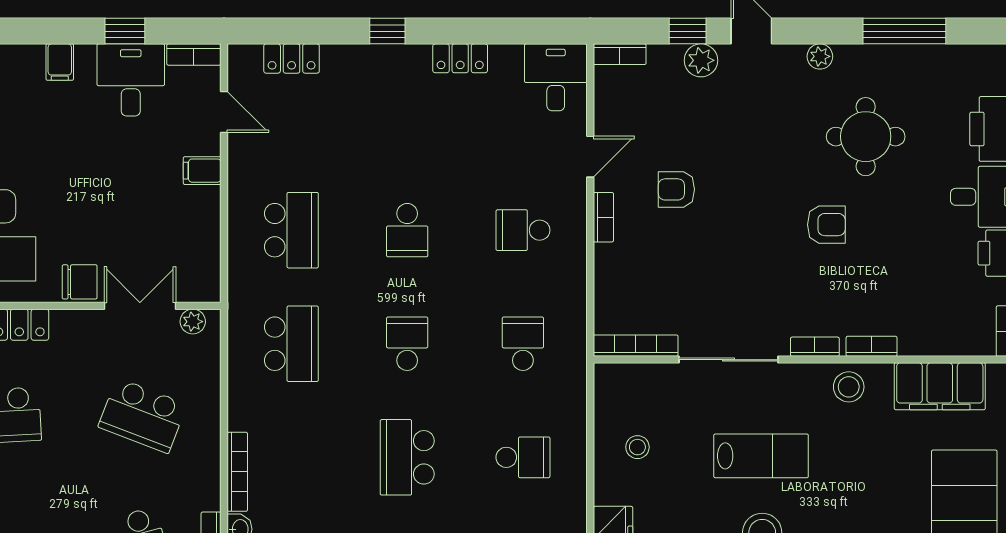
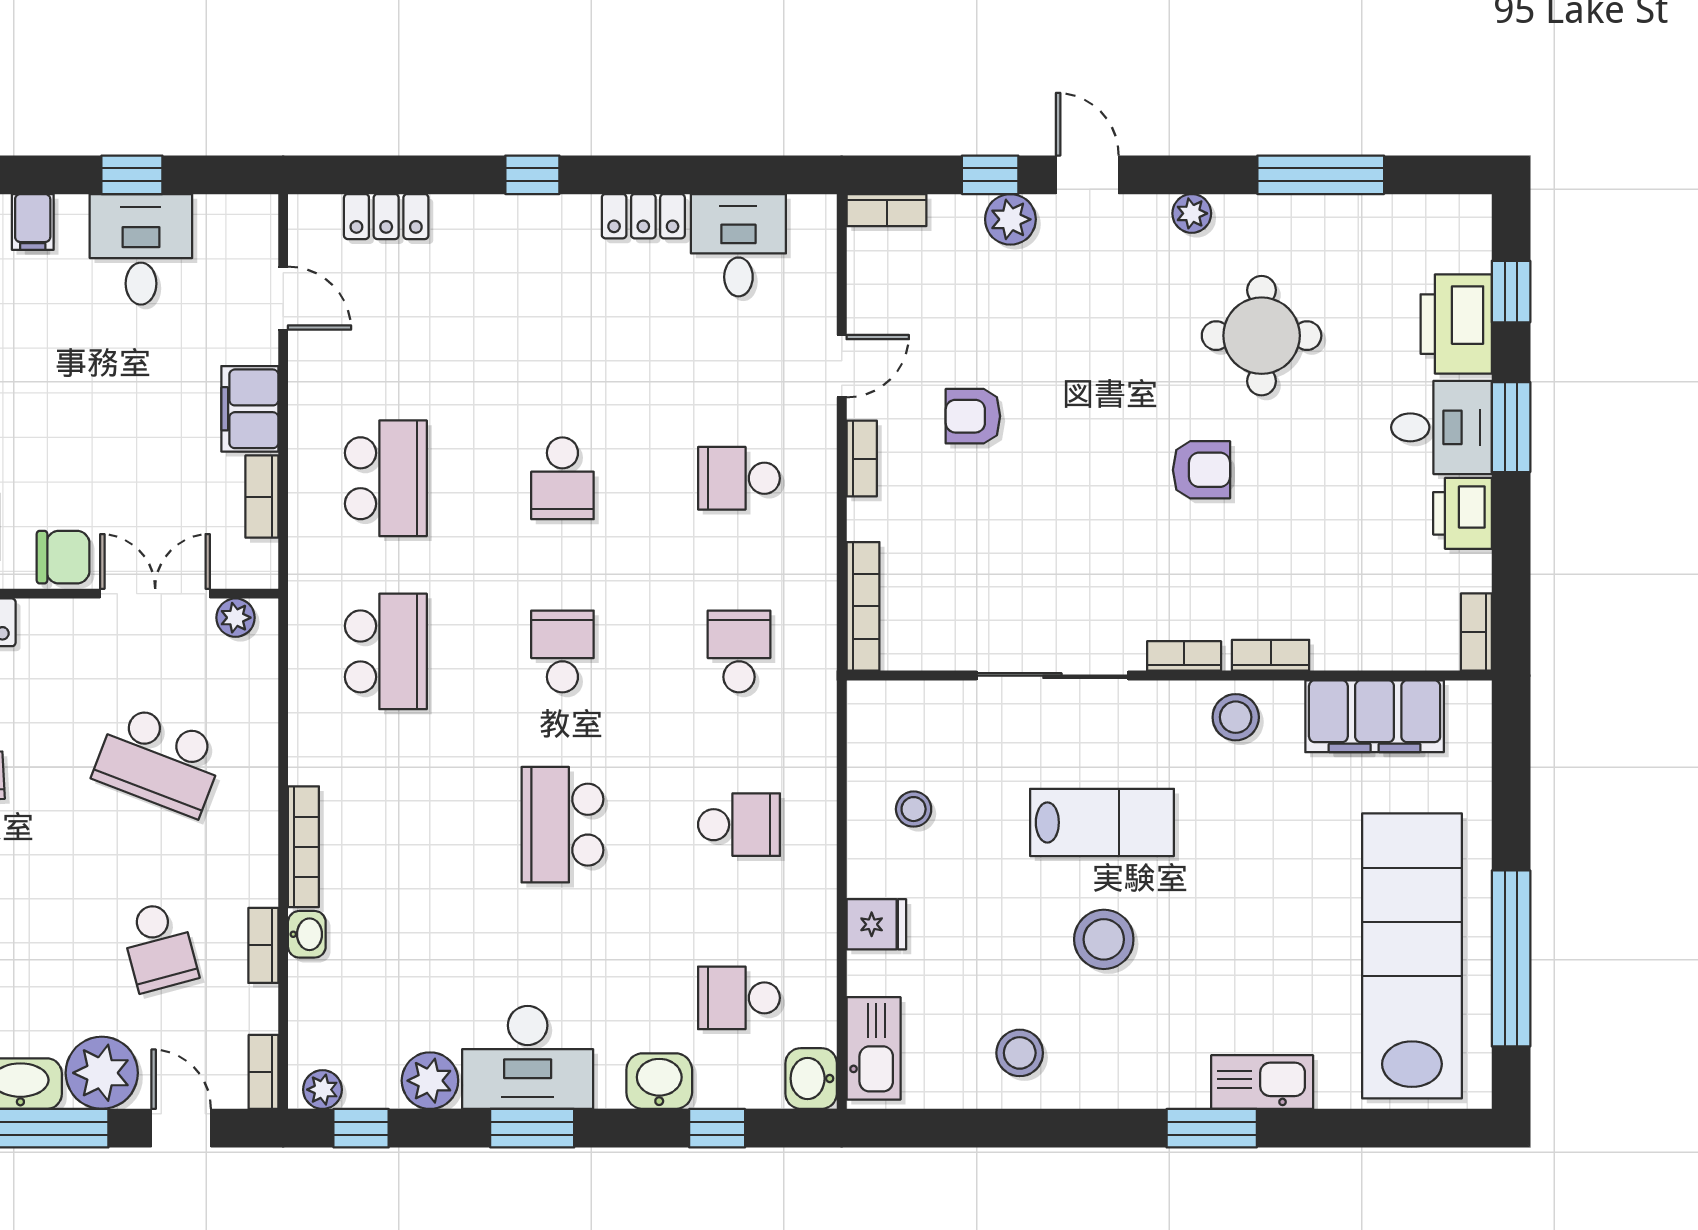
bookcase: (194, 55) -> (262, 497), moved, turned 90
desk: (556, 77) -> (738, 245), moved
filing cabinet: (202, 171) -> (250, 409), width x2.00
bookcase: (636, 346) -> (863, 606), moved, turned 90

